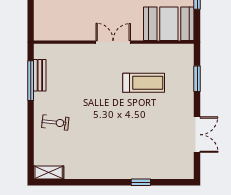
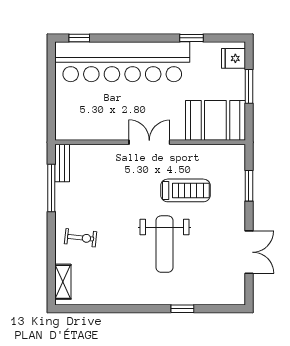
bench: (40, 75) -> (62, 163), moved
weight bench: (126, 128) -> (164, 244), added
shelving: (49, 172) -> (63, 282), moved, turned 90

